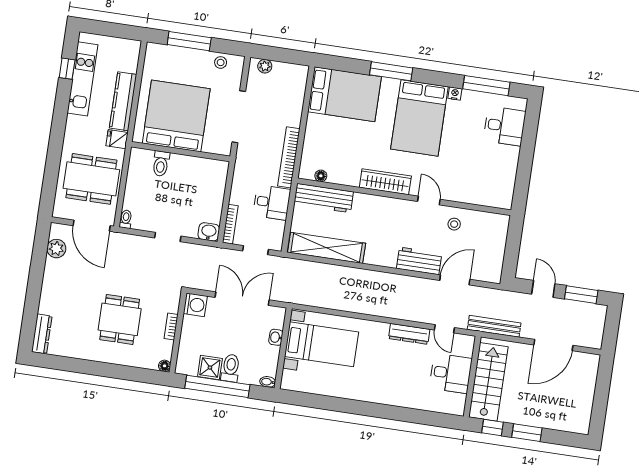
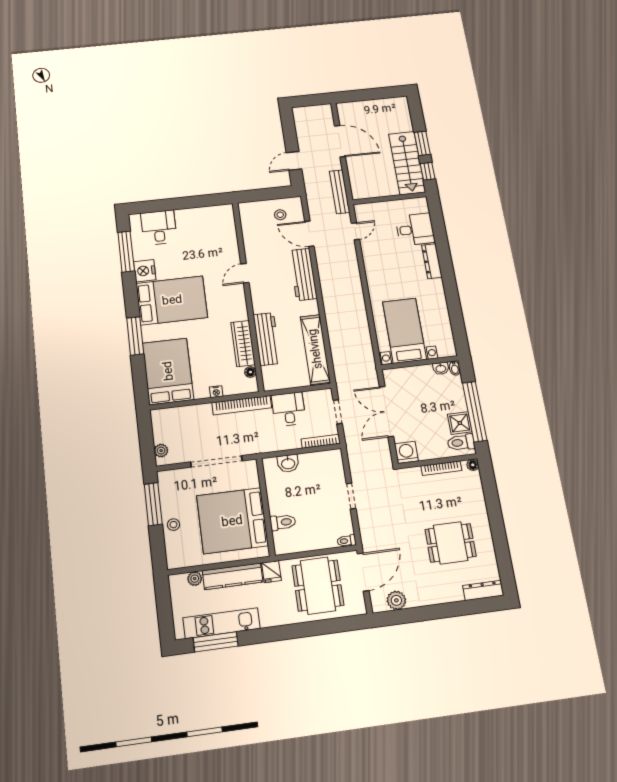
window: (189, 41) -> (153, 504), moved
stool: (221, 62) -> (173, 525), moved
plant: (131, 65) -> (195, 579), added
window: (67, 69) -> (216, 642), width x2.17
nightstand: (455, 94) -> (145, 271), width x1.89, depth x1.79
nightstand: (310, 136) -> (216, 392), added
wardrobe: (385, 182) -> (243, 343), moved
workbench: (324, 198) -> (267, 339), moved
stool: (454, 224) -> (280, 215), moved
washbasin: (209, 232) -> (288, 463), moved, turned -90
workbench: (419, 261) -> (303, 274), width x1.38
window: (581, 295) -> (289, 130), removed
dining table: (120, 319) -> (451, 543), moved
bookcase: (171, 327) -> (441, 468), width x1.56
dresser: (409, 334) -> (432, 261), moved, turned 180
washbasin: (276, 337) -> (441, 368), moved
toilet: (231, 368) -> (461, 442), moved
desk: (451, 373) -> (415, 229), moved, turned 90
stairs: (488, 382) -> (407, 163), moved, turned -90

